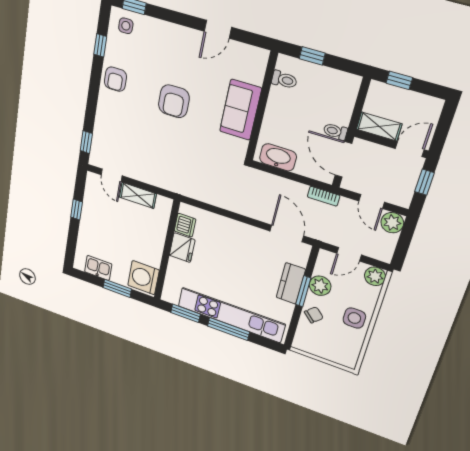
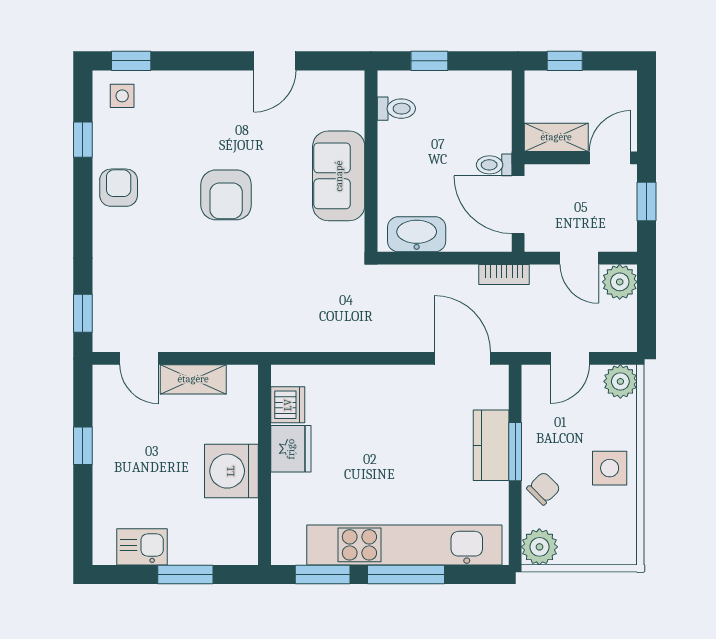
armchair: (115, 79) -> (119, 188), turned 180
washing machine: (143, 278) -> (231, 471), moved
plant: (320, 286) -> (539, 547), moved

